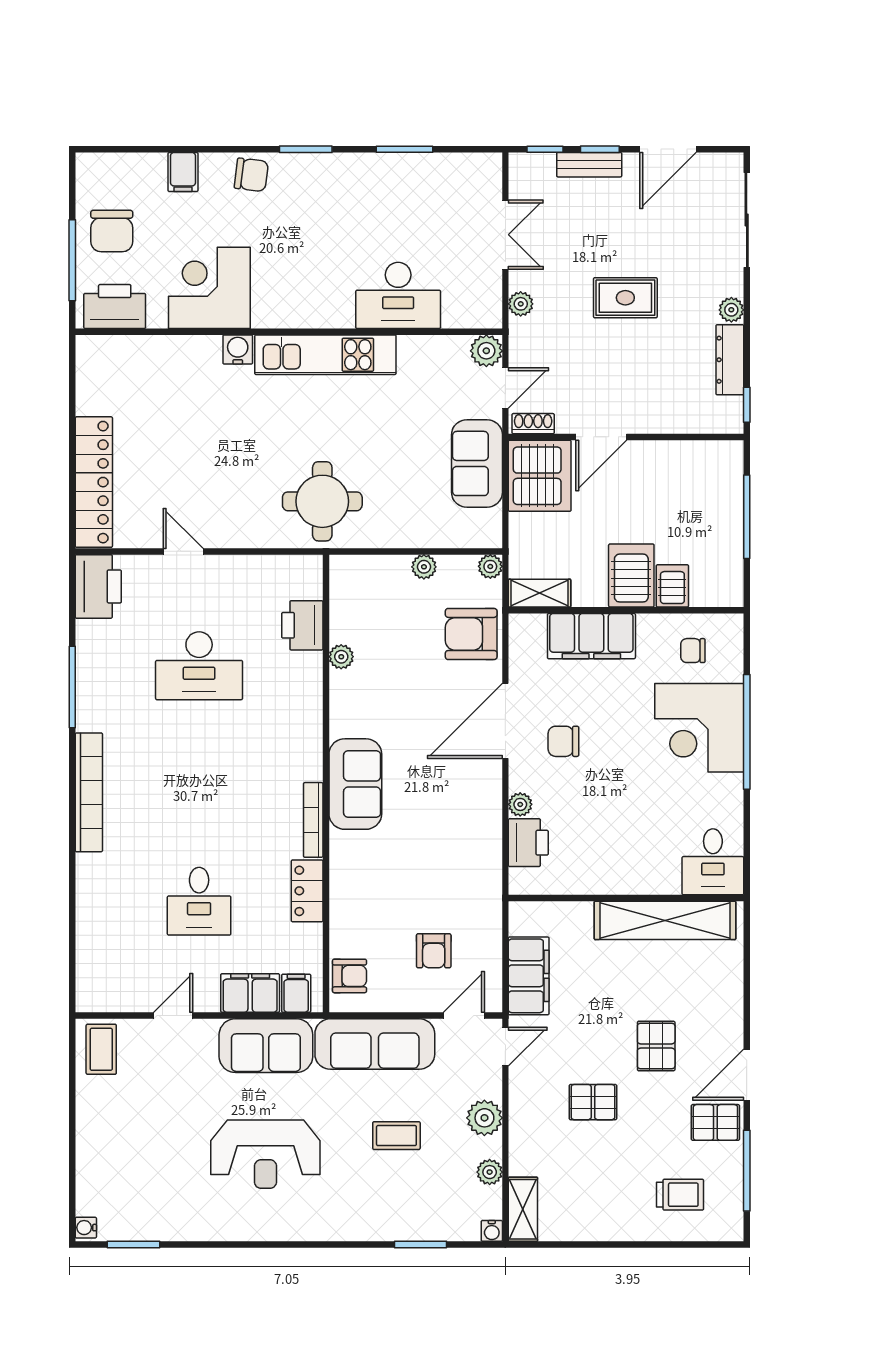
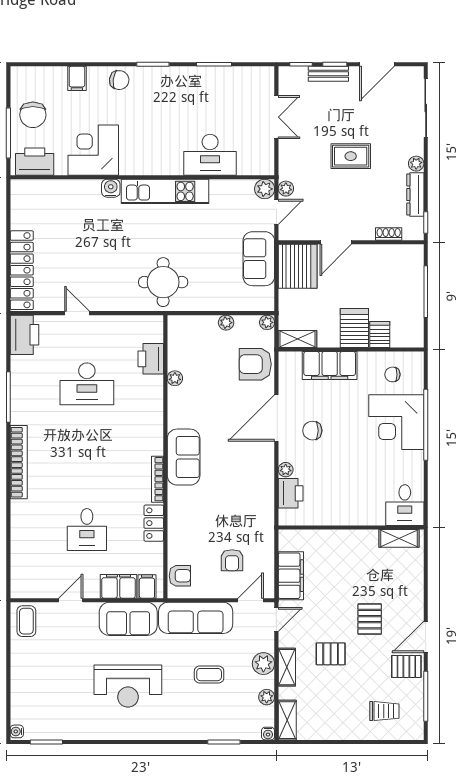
plant: (521, 304) -> (286, 189), moved
shoe rack: (533, 424) -> (389, 234), moved
shelving: (665, 920) -> (399, 538), width x0.45, depth x0.75
shelving: (522, 1124) -> (287, 667), added

